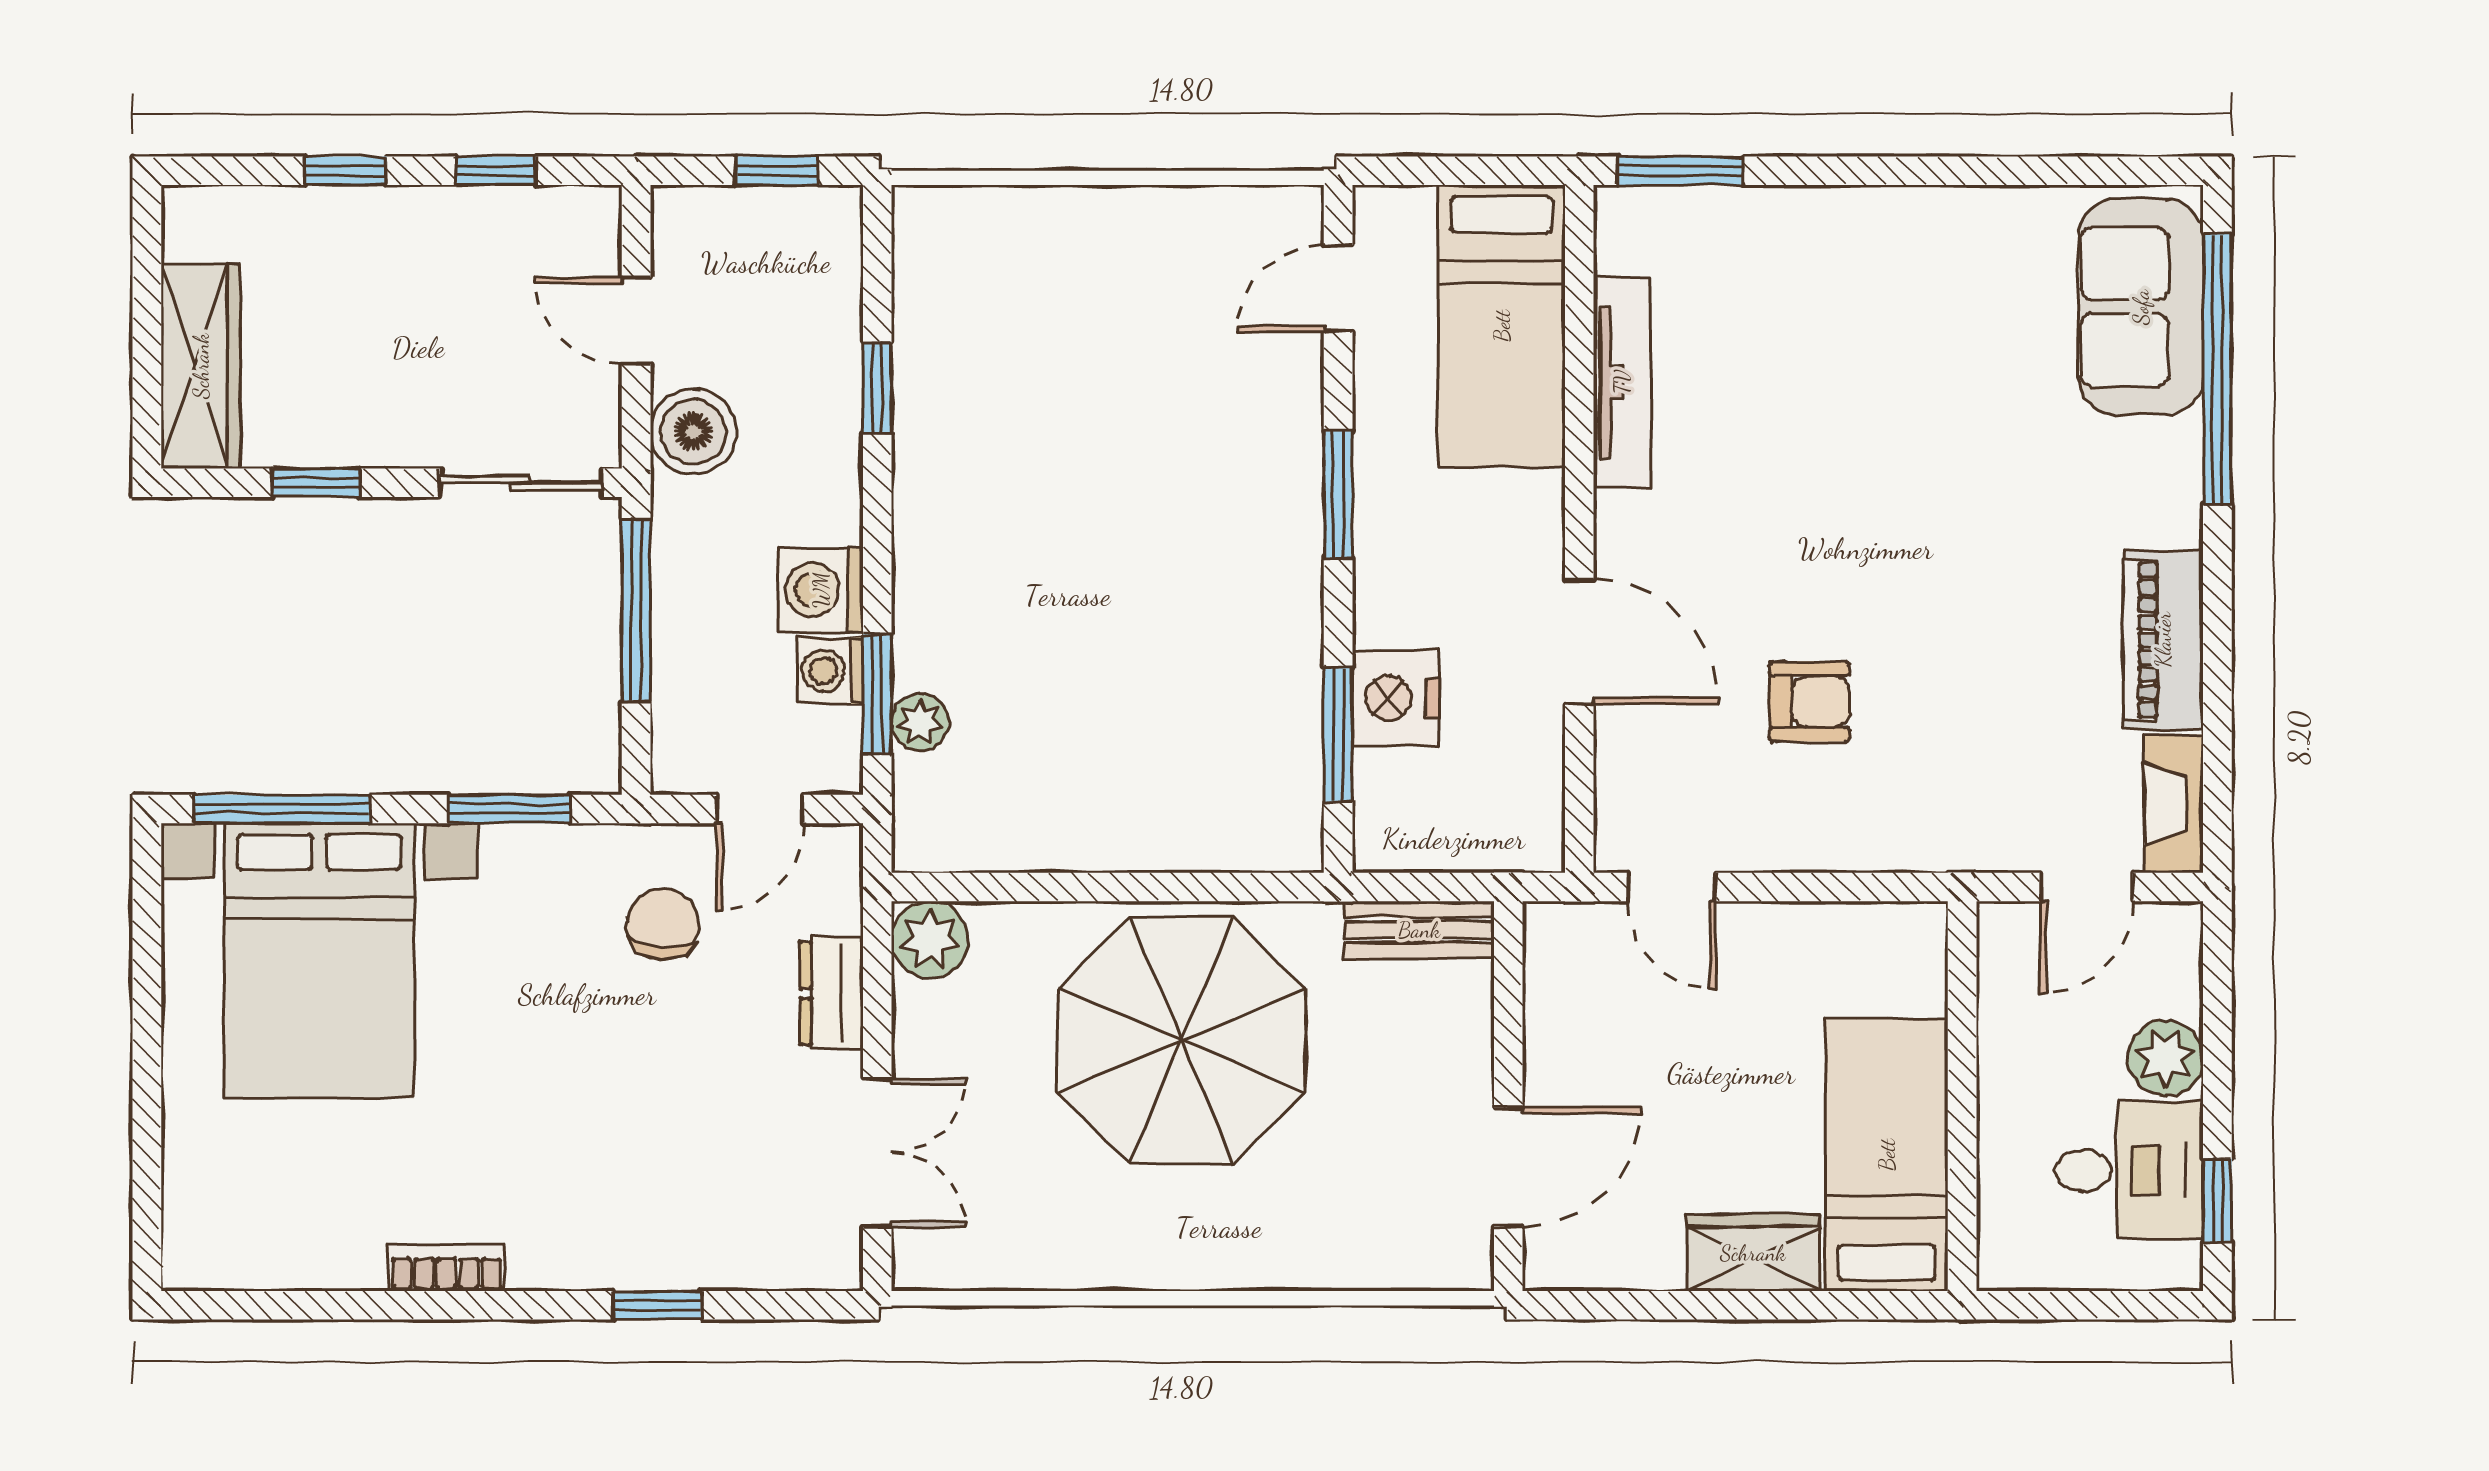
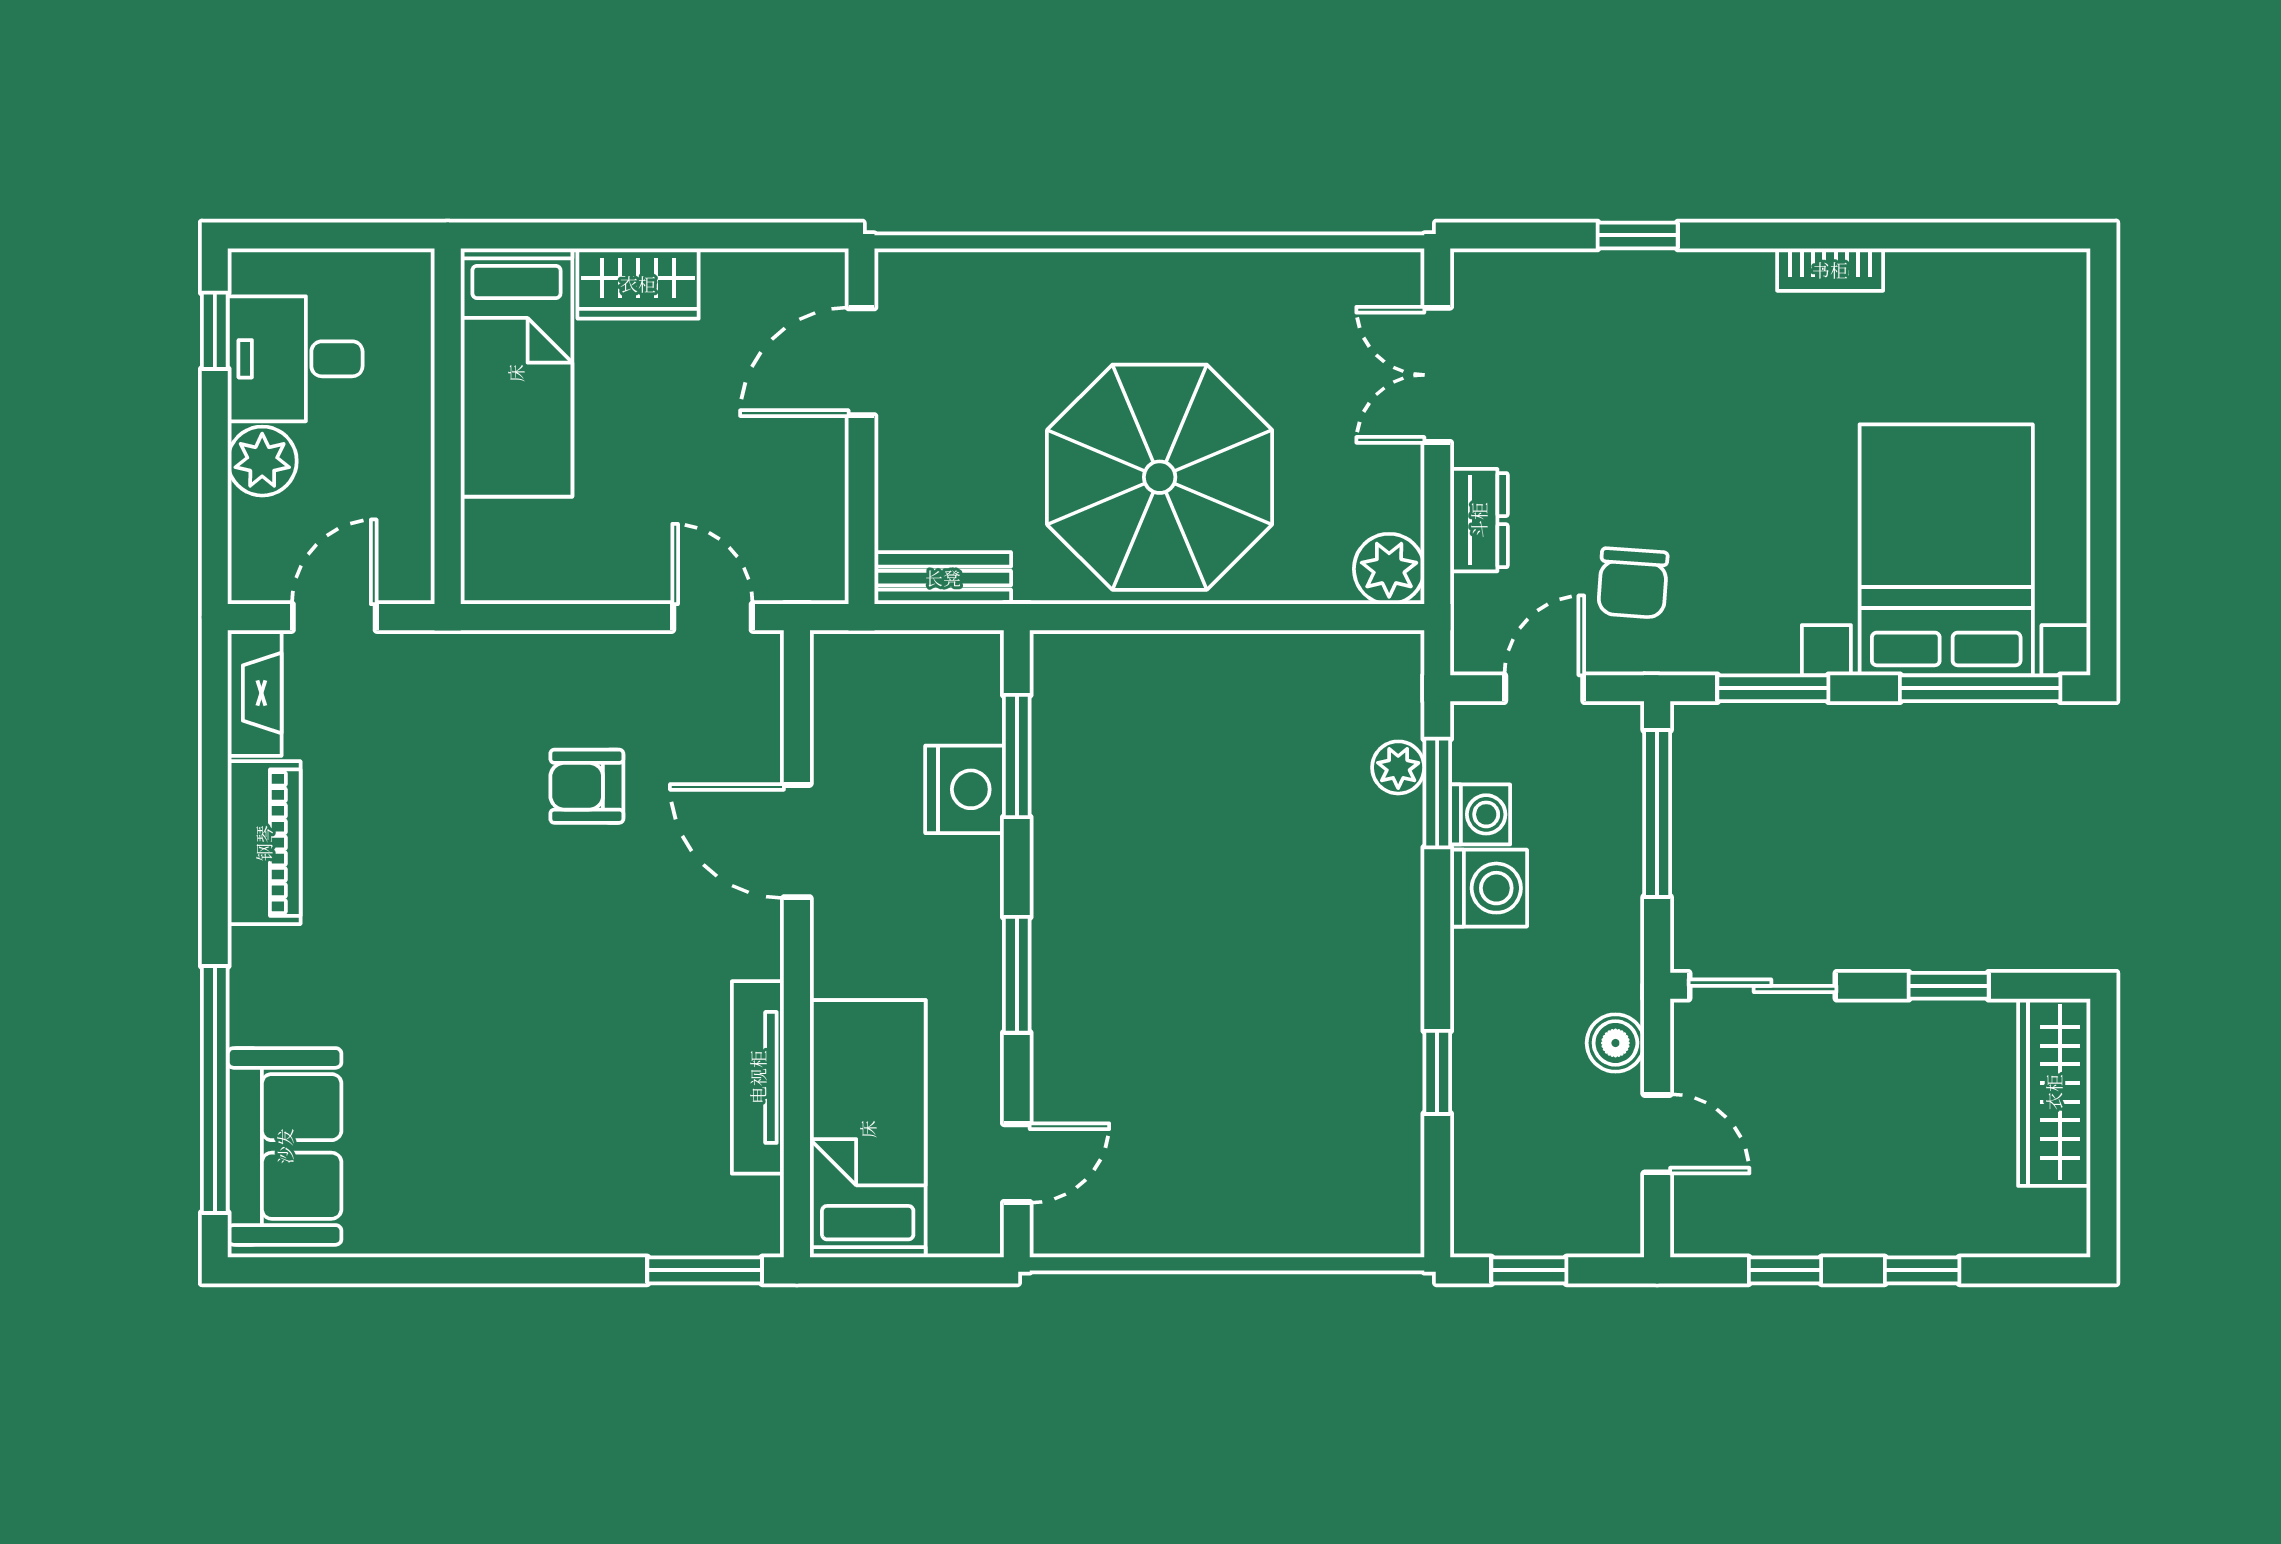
boiler: (693, 431) -> (1615, 1043), width x0.73, depth x0.73
window: (636, 611) -> (1657, 813), moved

